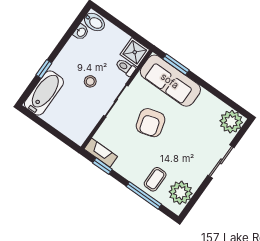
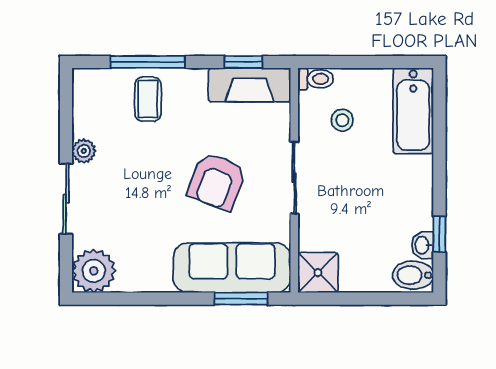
toilet: (125, 67) -> (316, 79), moved
window: (44, 69) -> (439, 234), moved
stool: (90, 81) -> (342, 120), moved
armchair: (151, 123) -> (217, 181), turned -143
fireplace: (101, 153) -> (250, 85), width x1.37, depth x1.32
plant: (181, 193) -> (84, 151), moved, width x0.53, depth x0.53

